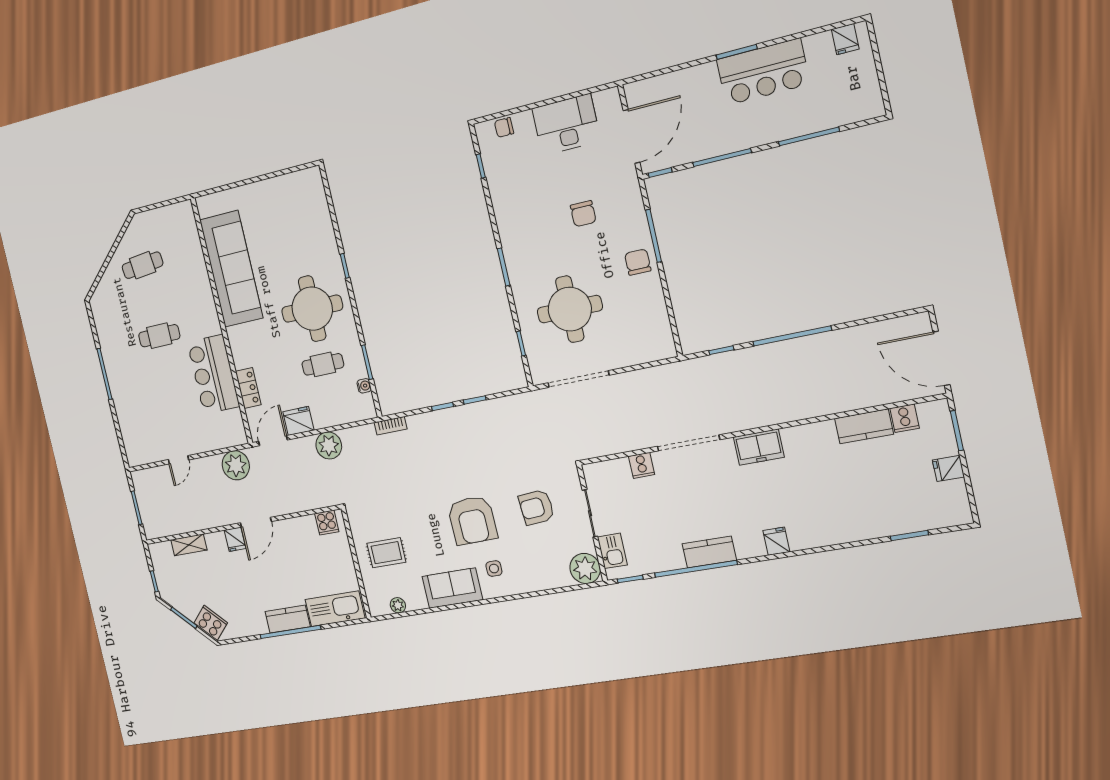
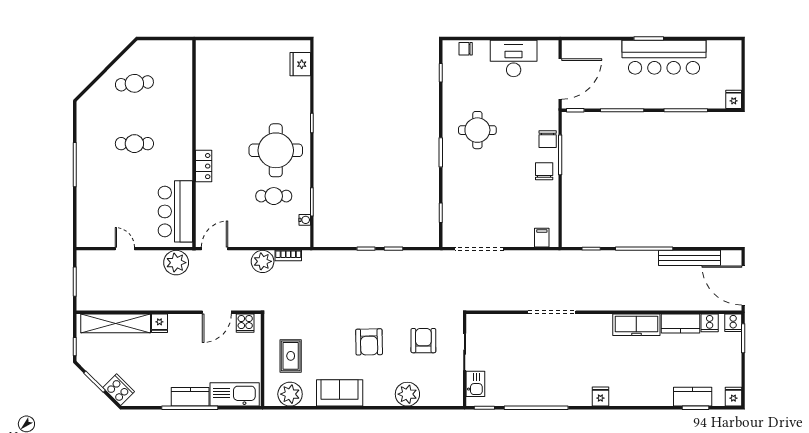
fridge: (845, 39) -> (734, 99), moved, turned 180
bar counter: (763, 72) -> (664, 57), width x1.36
chair: (583, 214) -> (548, 139), moved
sofa: (231, 269) -> (214, 104), removed
round table: (570, 309) -> (477, 130), moved, width x0.73, depth x0.73
bench: (857, 336) -> (689, 258), added
filing cabinet: (654, 349) -> (542, 238), added
bar counter: (213, 374) -> (175, 211), moved
locker: (248, 388) -> (204, 166), moved
fridge: (298, 421) -> (300, 64), moved, turned -90
bookcase: (391, 426) -> (288, 256), moved
freezer: (759, 447) -> (636, 325), moved, width x1.40
door: (179, 460) -> (125, 249), swing flipped
cooker: (642, 465) -> (733, 323), moved
fridge: (948, 468) -> (733, 397), moved, turned 90
armchair: (536, 507) -> (423, 341), turned 94
armchair: (472, 520) -> (369, 342), width x0.73, depth x0.73
door: (256, 522) -> (217, 312), moved
shelving: (189, 545) -> (116, 323), width x2.20, depth x1.33
kitchen counter: (709, 552) -> (693, 397), moved
rug: (386, 553) -> (291, 356), turned 90
plant: (585, 568) -> (407, 394), moved
side table: (494, 569) -> (378, 383), removed
plant: (398, 605) -> (290, 394), width x1.88, depth x1.88

